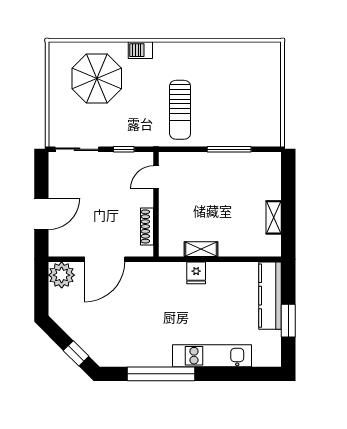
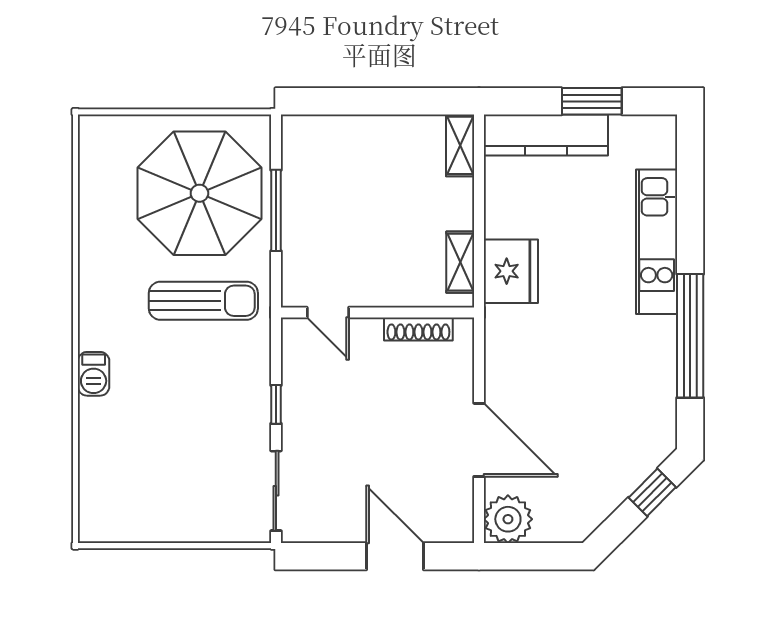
parasol: (97, 79) -> (199, 193), moved, width x1.36, depth x1.36
door: (156, 177) -> (328, 312), moved
wall: (156, 204) -> (377, 312), moved
shelving: (274, 217) -> (460, 145), moved, turned 90
shoe rack: (147, 226) -> (418, 329), moved
fridge: (196, 273) -> (511, 271), width x1.88, depth x1.34

